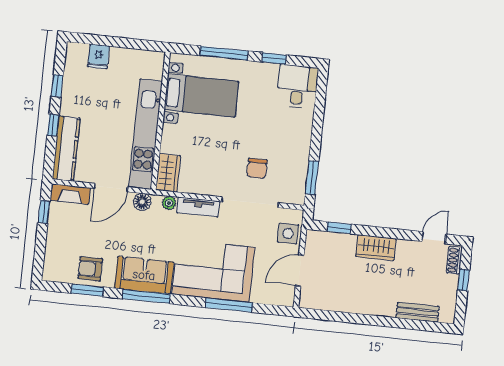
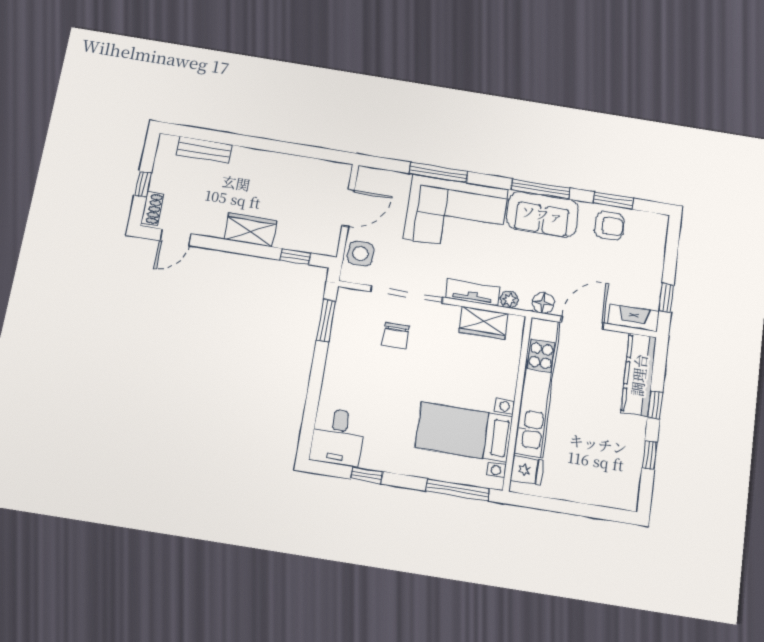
window: (224, 53) -> (458, 490), moved
fridge: (98, 56) -> (527, 470), moved, turned 90
chair: (257, 168) -> (396, 336), turned 180
wardrobe: (168, 173) -> (483, 323), moved, turned -90

